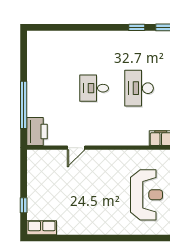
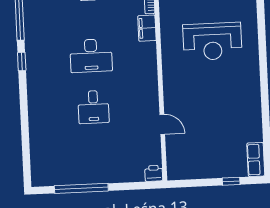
window: (24, 105) -> (81, 188), moved
printer: (37, 131) -> (154, 173), width x0.53, depth x0.68
reception desk: (146, 195) -> (212, 41), turned 180

